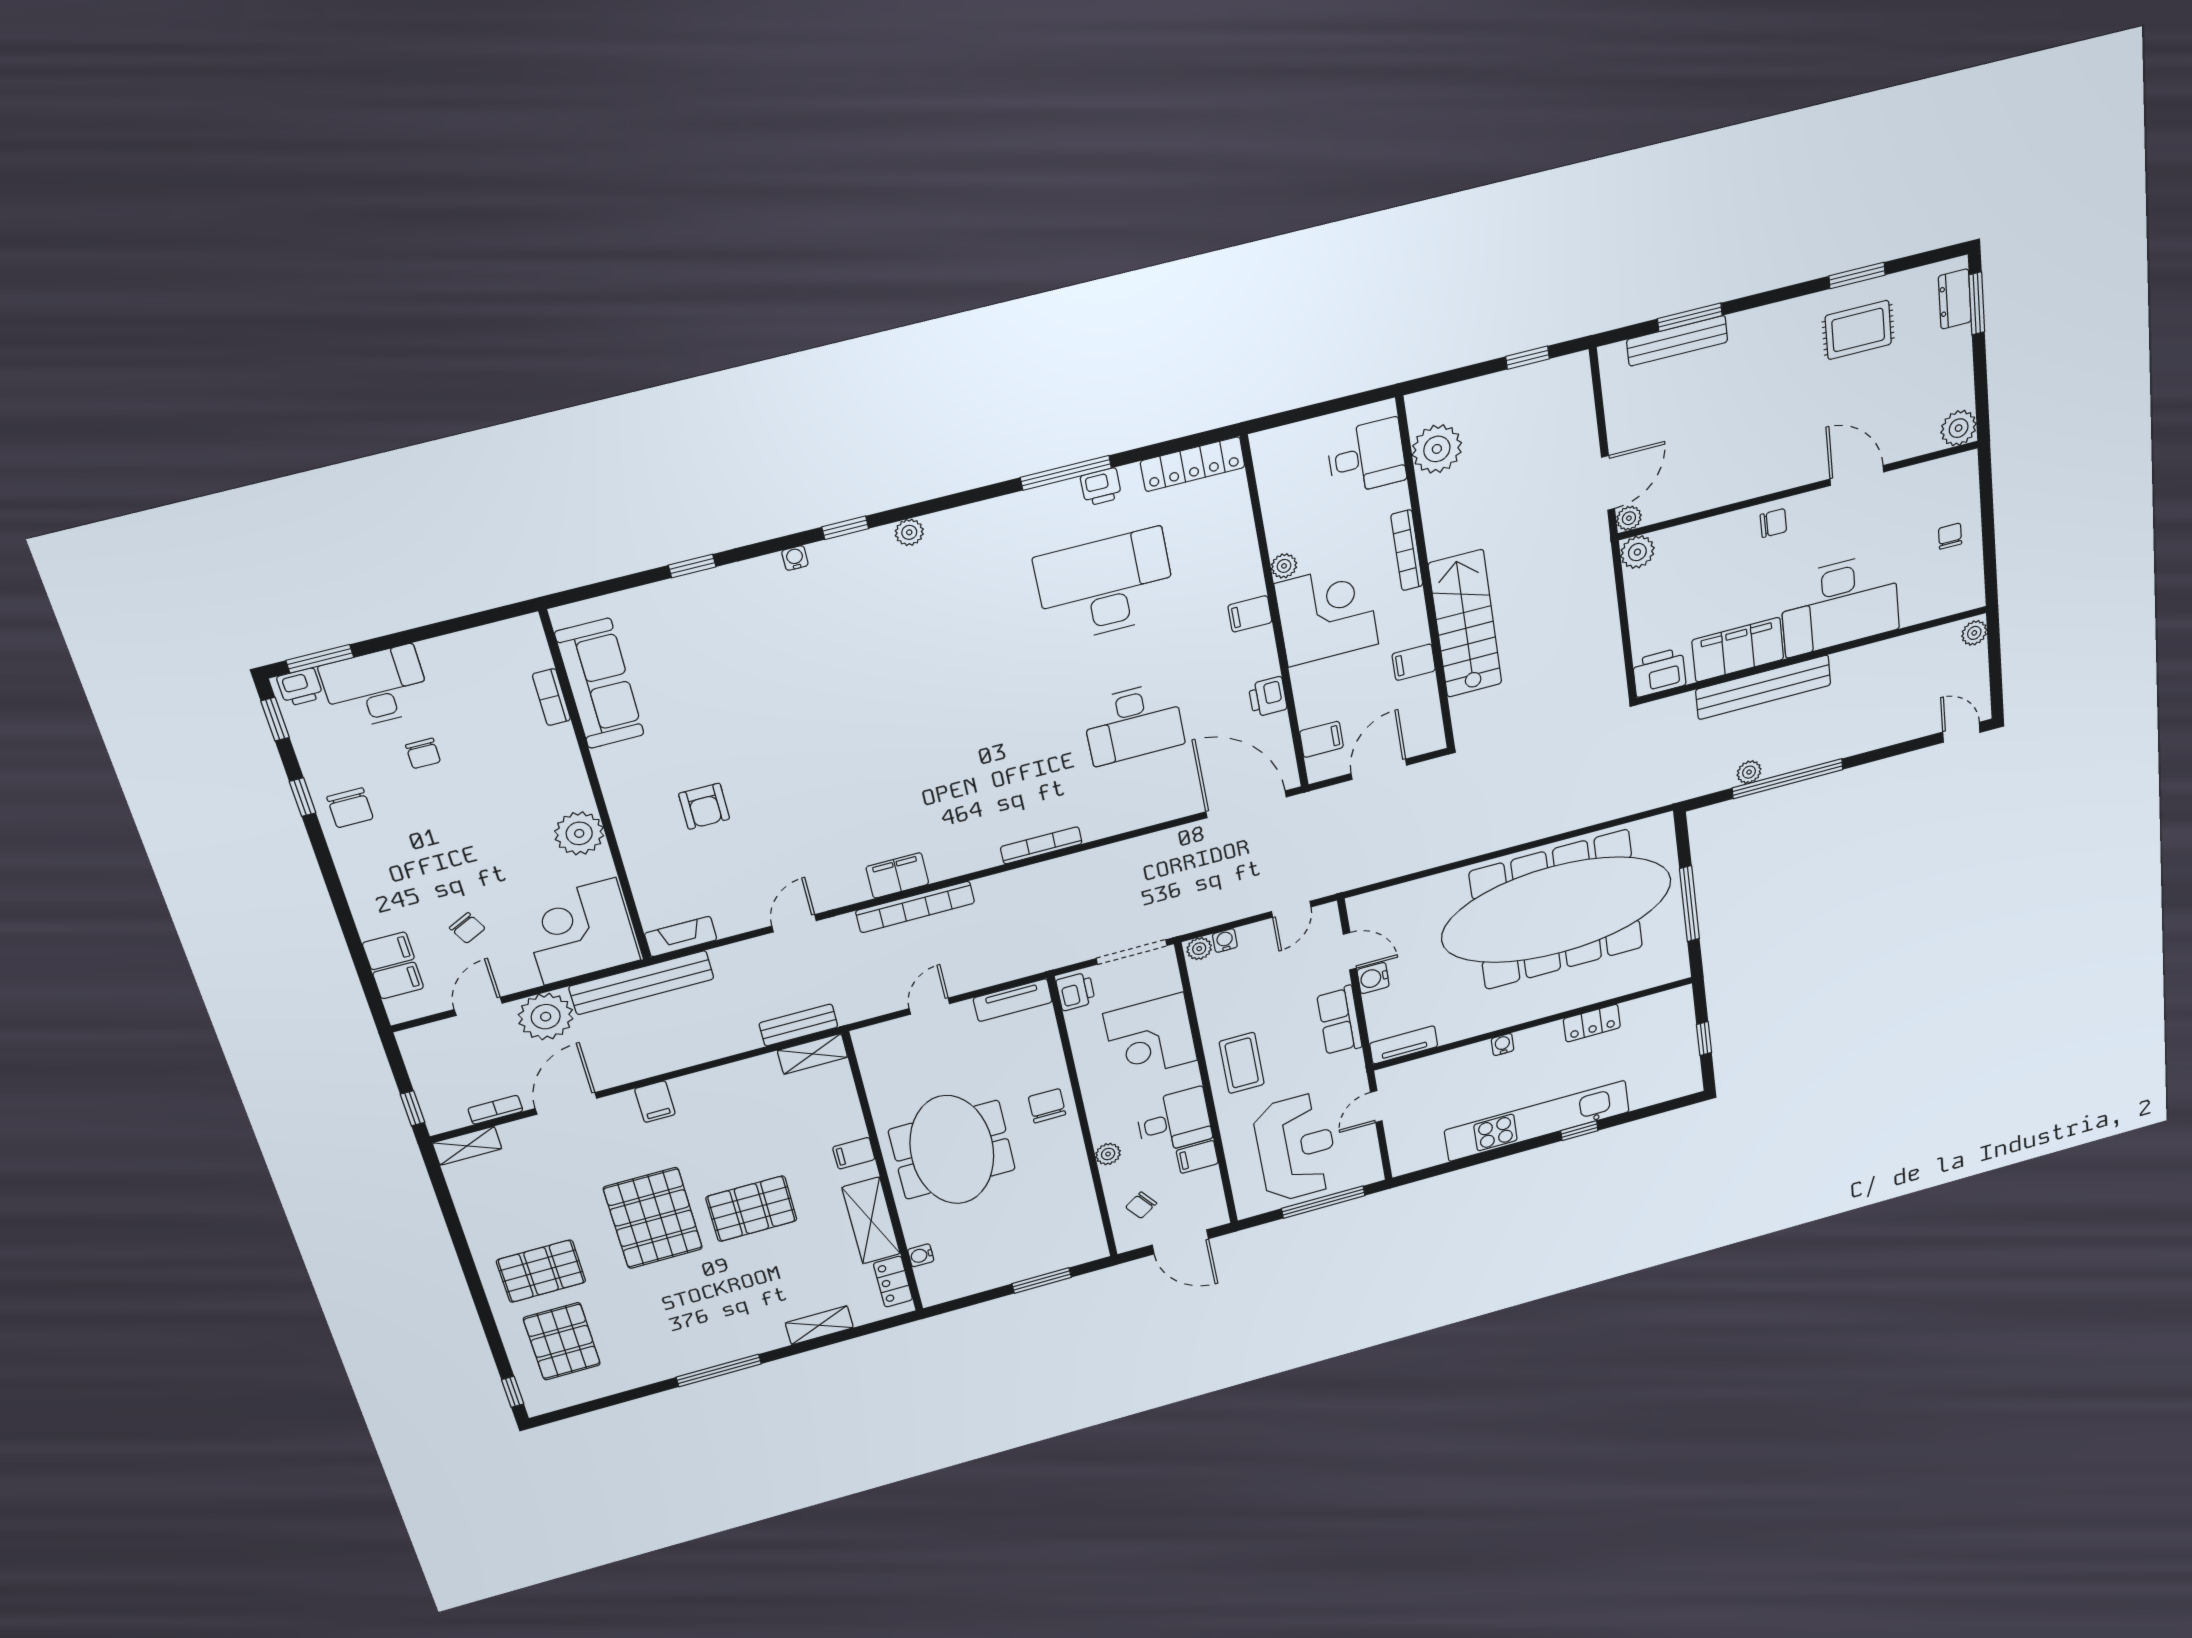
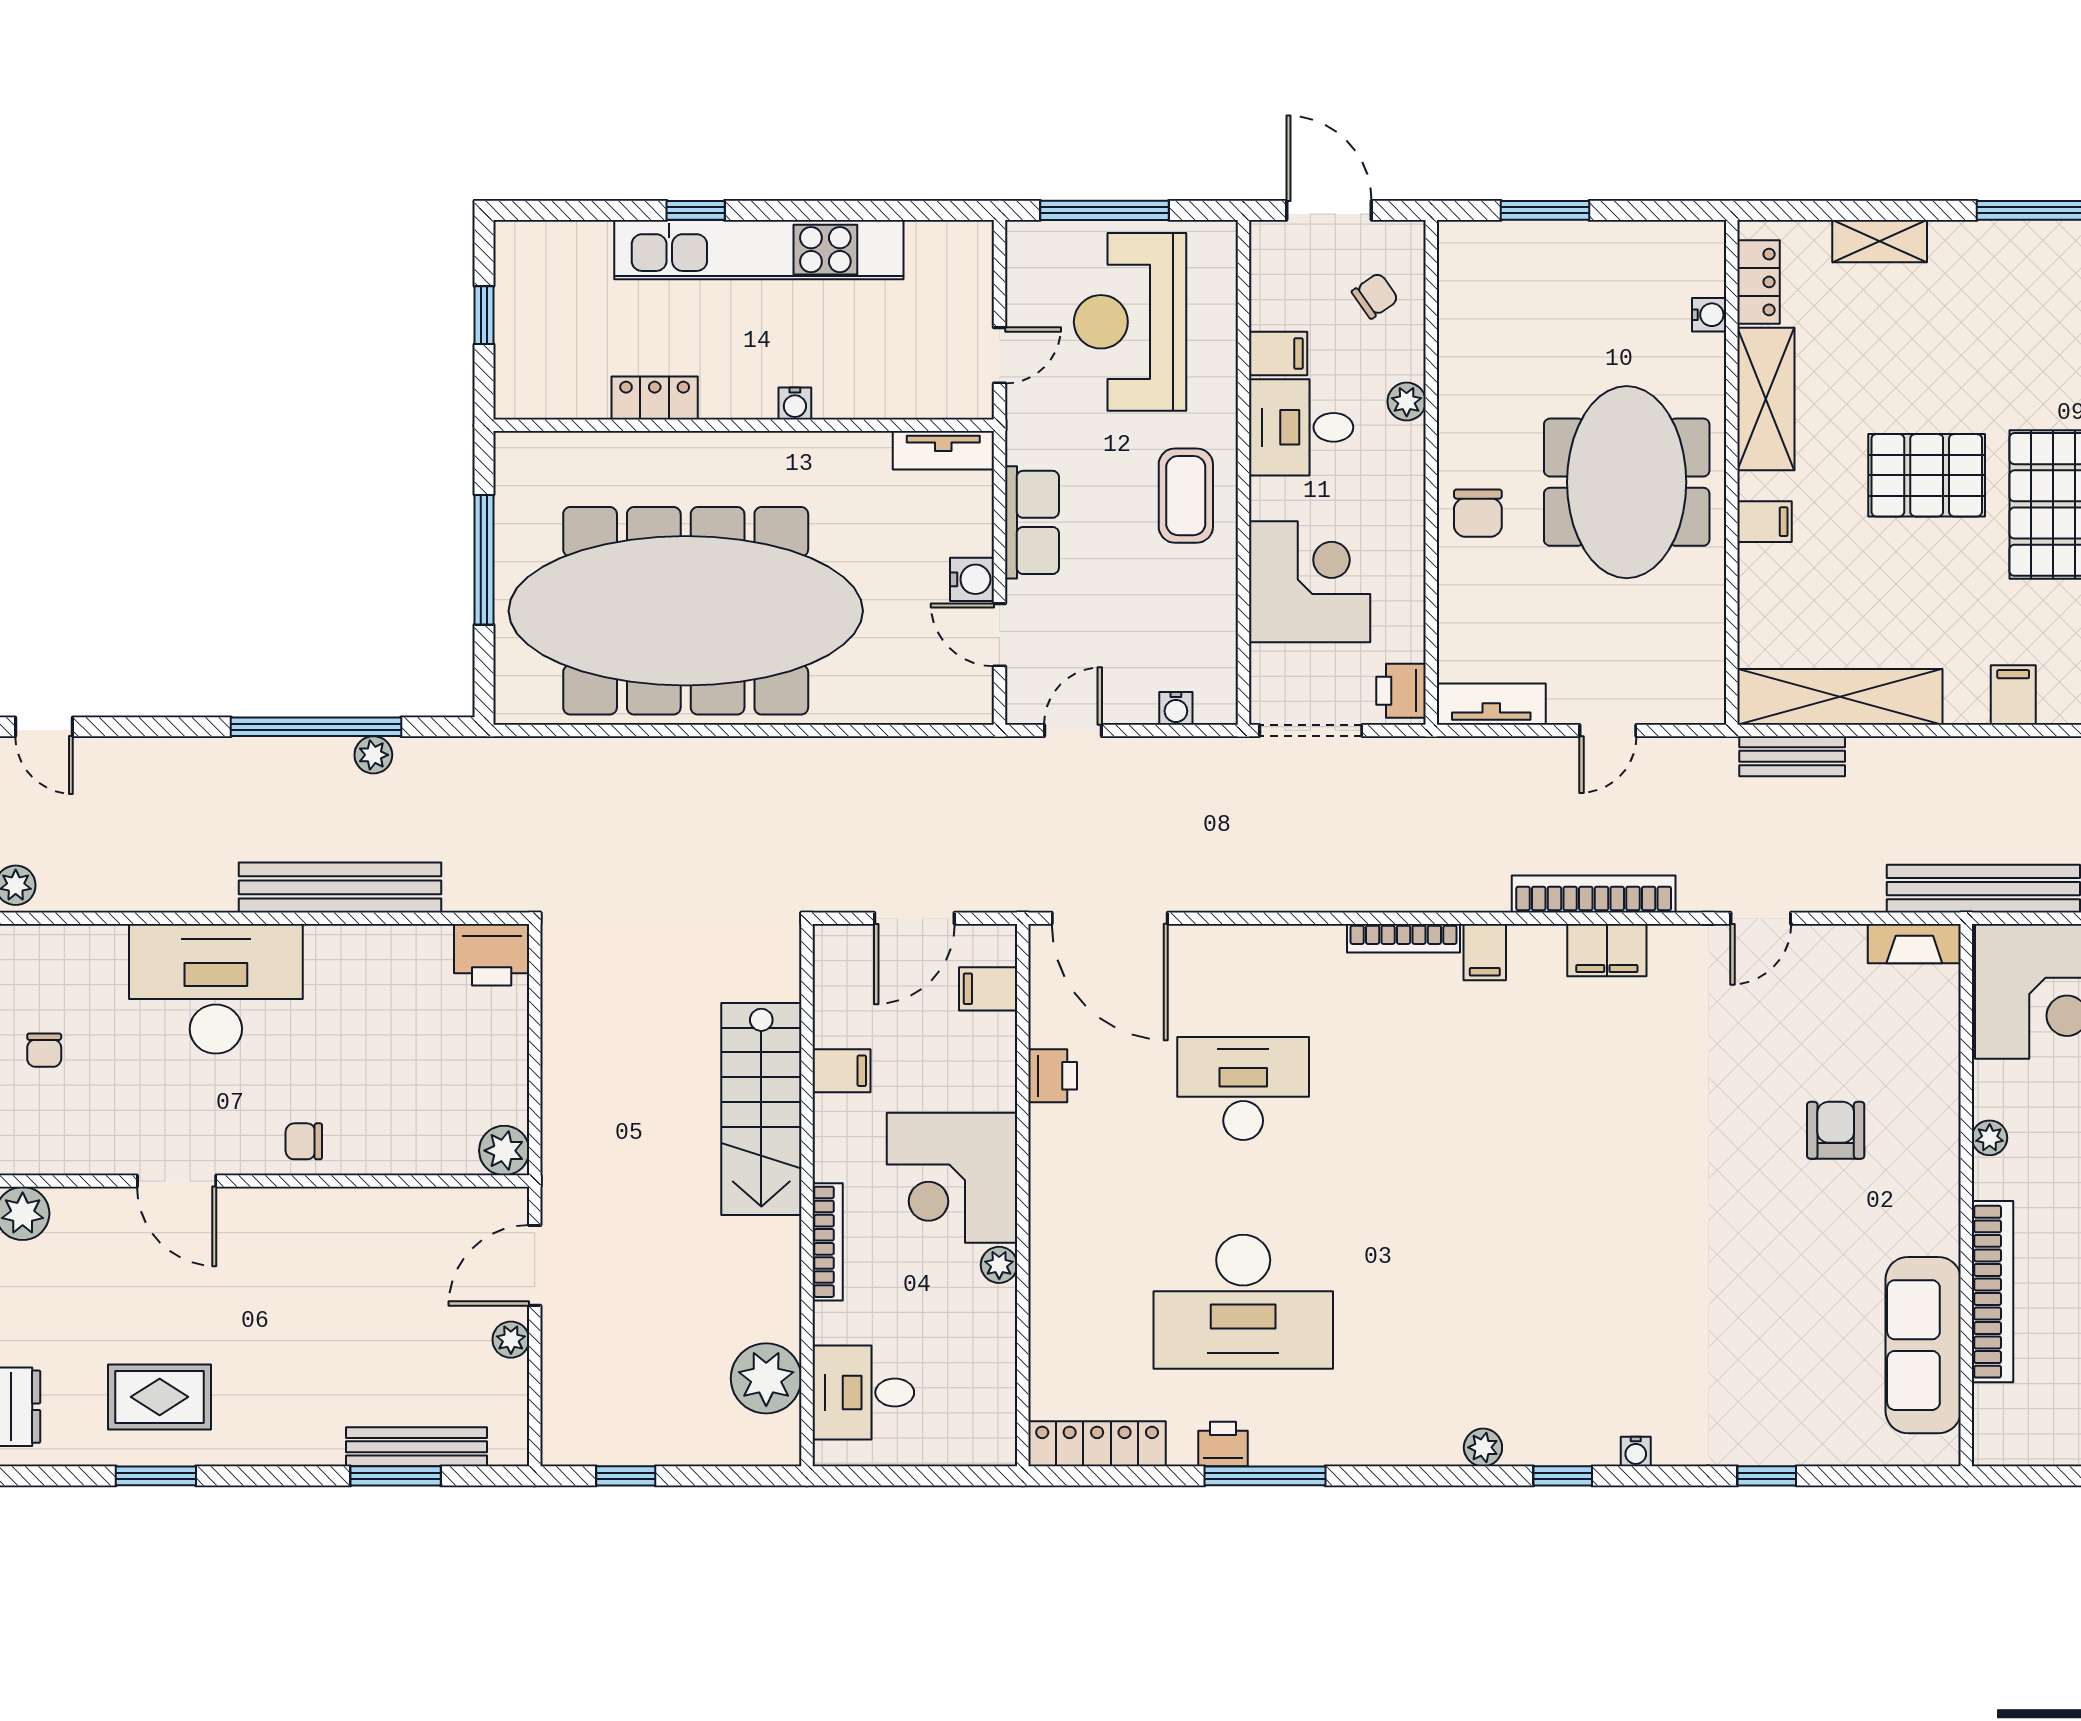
plant: (1629, 518) -> (511, 1340), moved
filing cabinet: (1250, 614) -> (1485, 952), moved, turned 90
filing cabinet: (1738, 650) -> (373, 958), removed
bookcase: (551, 697) -> (1993, 1292), width x2.31, depth x1.31
plant: (579, 833) -> (1990, 1138), width x0.53, depth x0.53
plant: (1199, 949) -> (1215, 706), removed
shelving: (812, 1054) -> (1840, 697), width x2.20, depth x1.33

